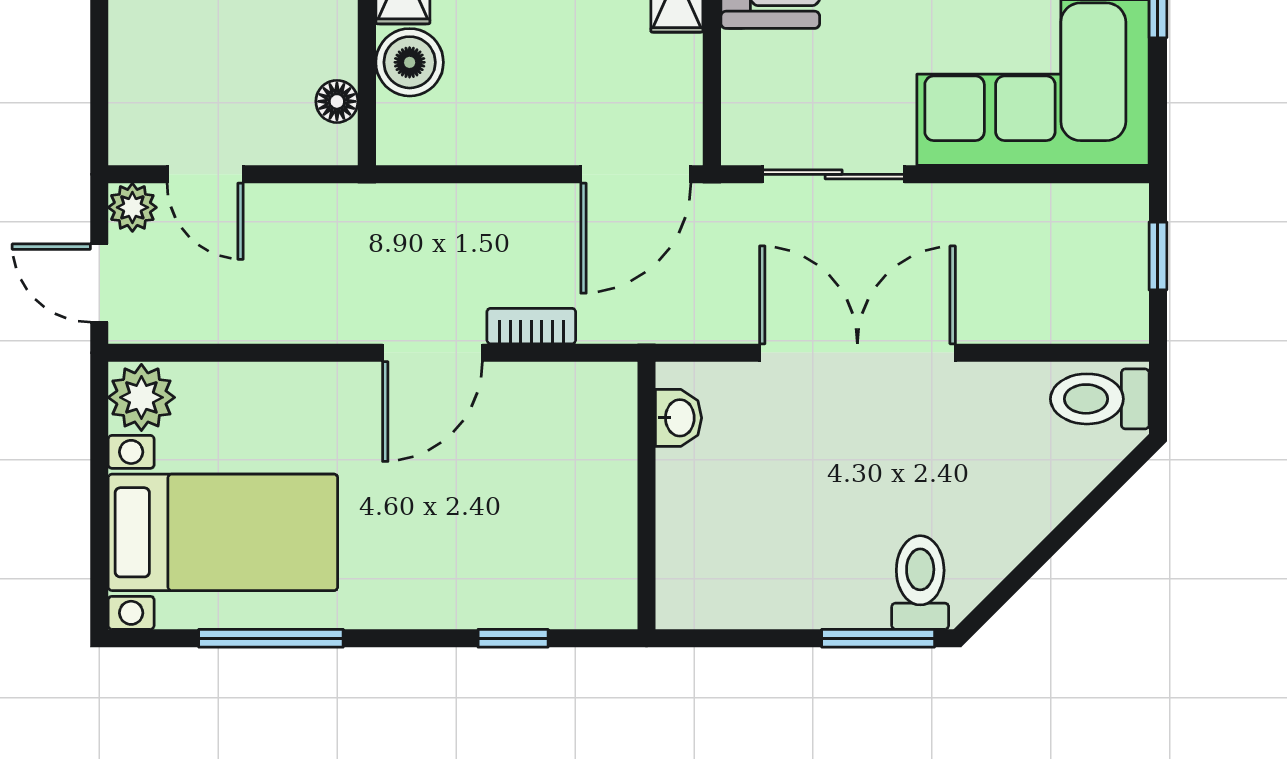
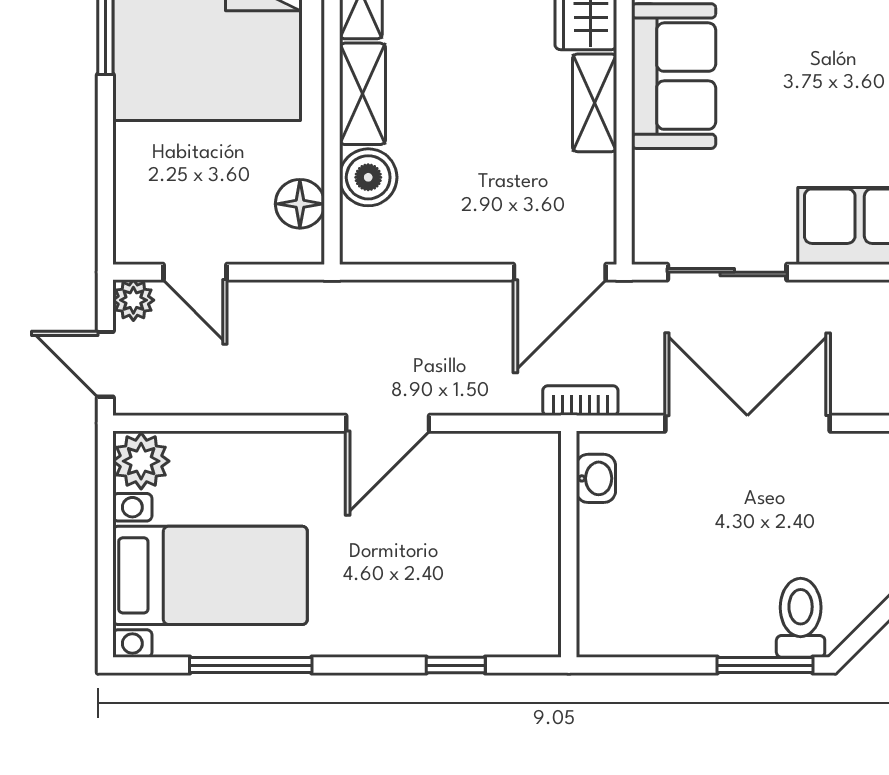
floor lamp: (337, 101) -> (300, 204), width x1.37, depth x1.37
bookcase: (531, 326) -> (580, 401), moved

